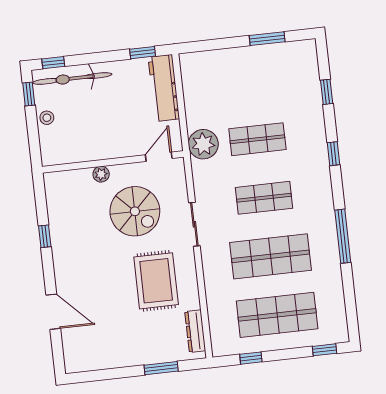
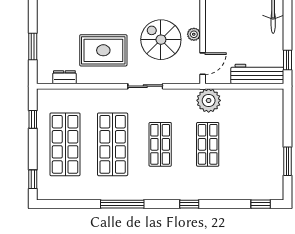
window: (327, 92) -> (261, 204), moved
door: (159, 157) -> (203, 64), hinge flipped
plant: (101, 174) -> (194, 34), moved
spiral stairs: (135, 211) -> (161, 40), turned 90
dresser: (195, 331) -> (64, 77), width x0.70

